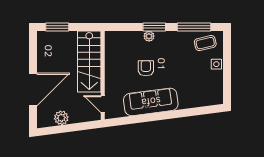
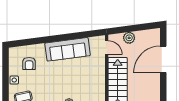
armchair: (146, 68) -> (29, 63), moved
plant: (61, 118) -> (129, 38), moved

